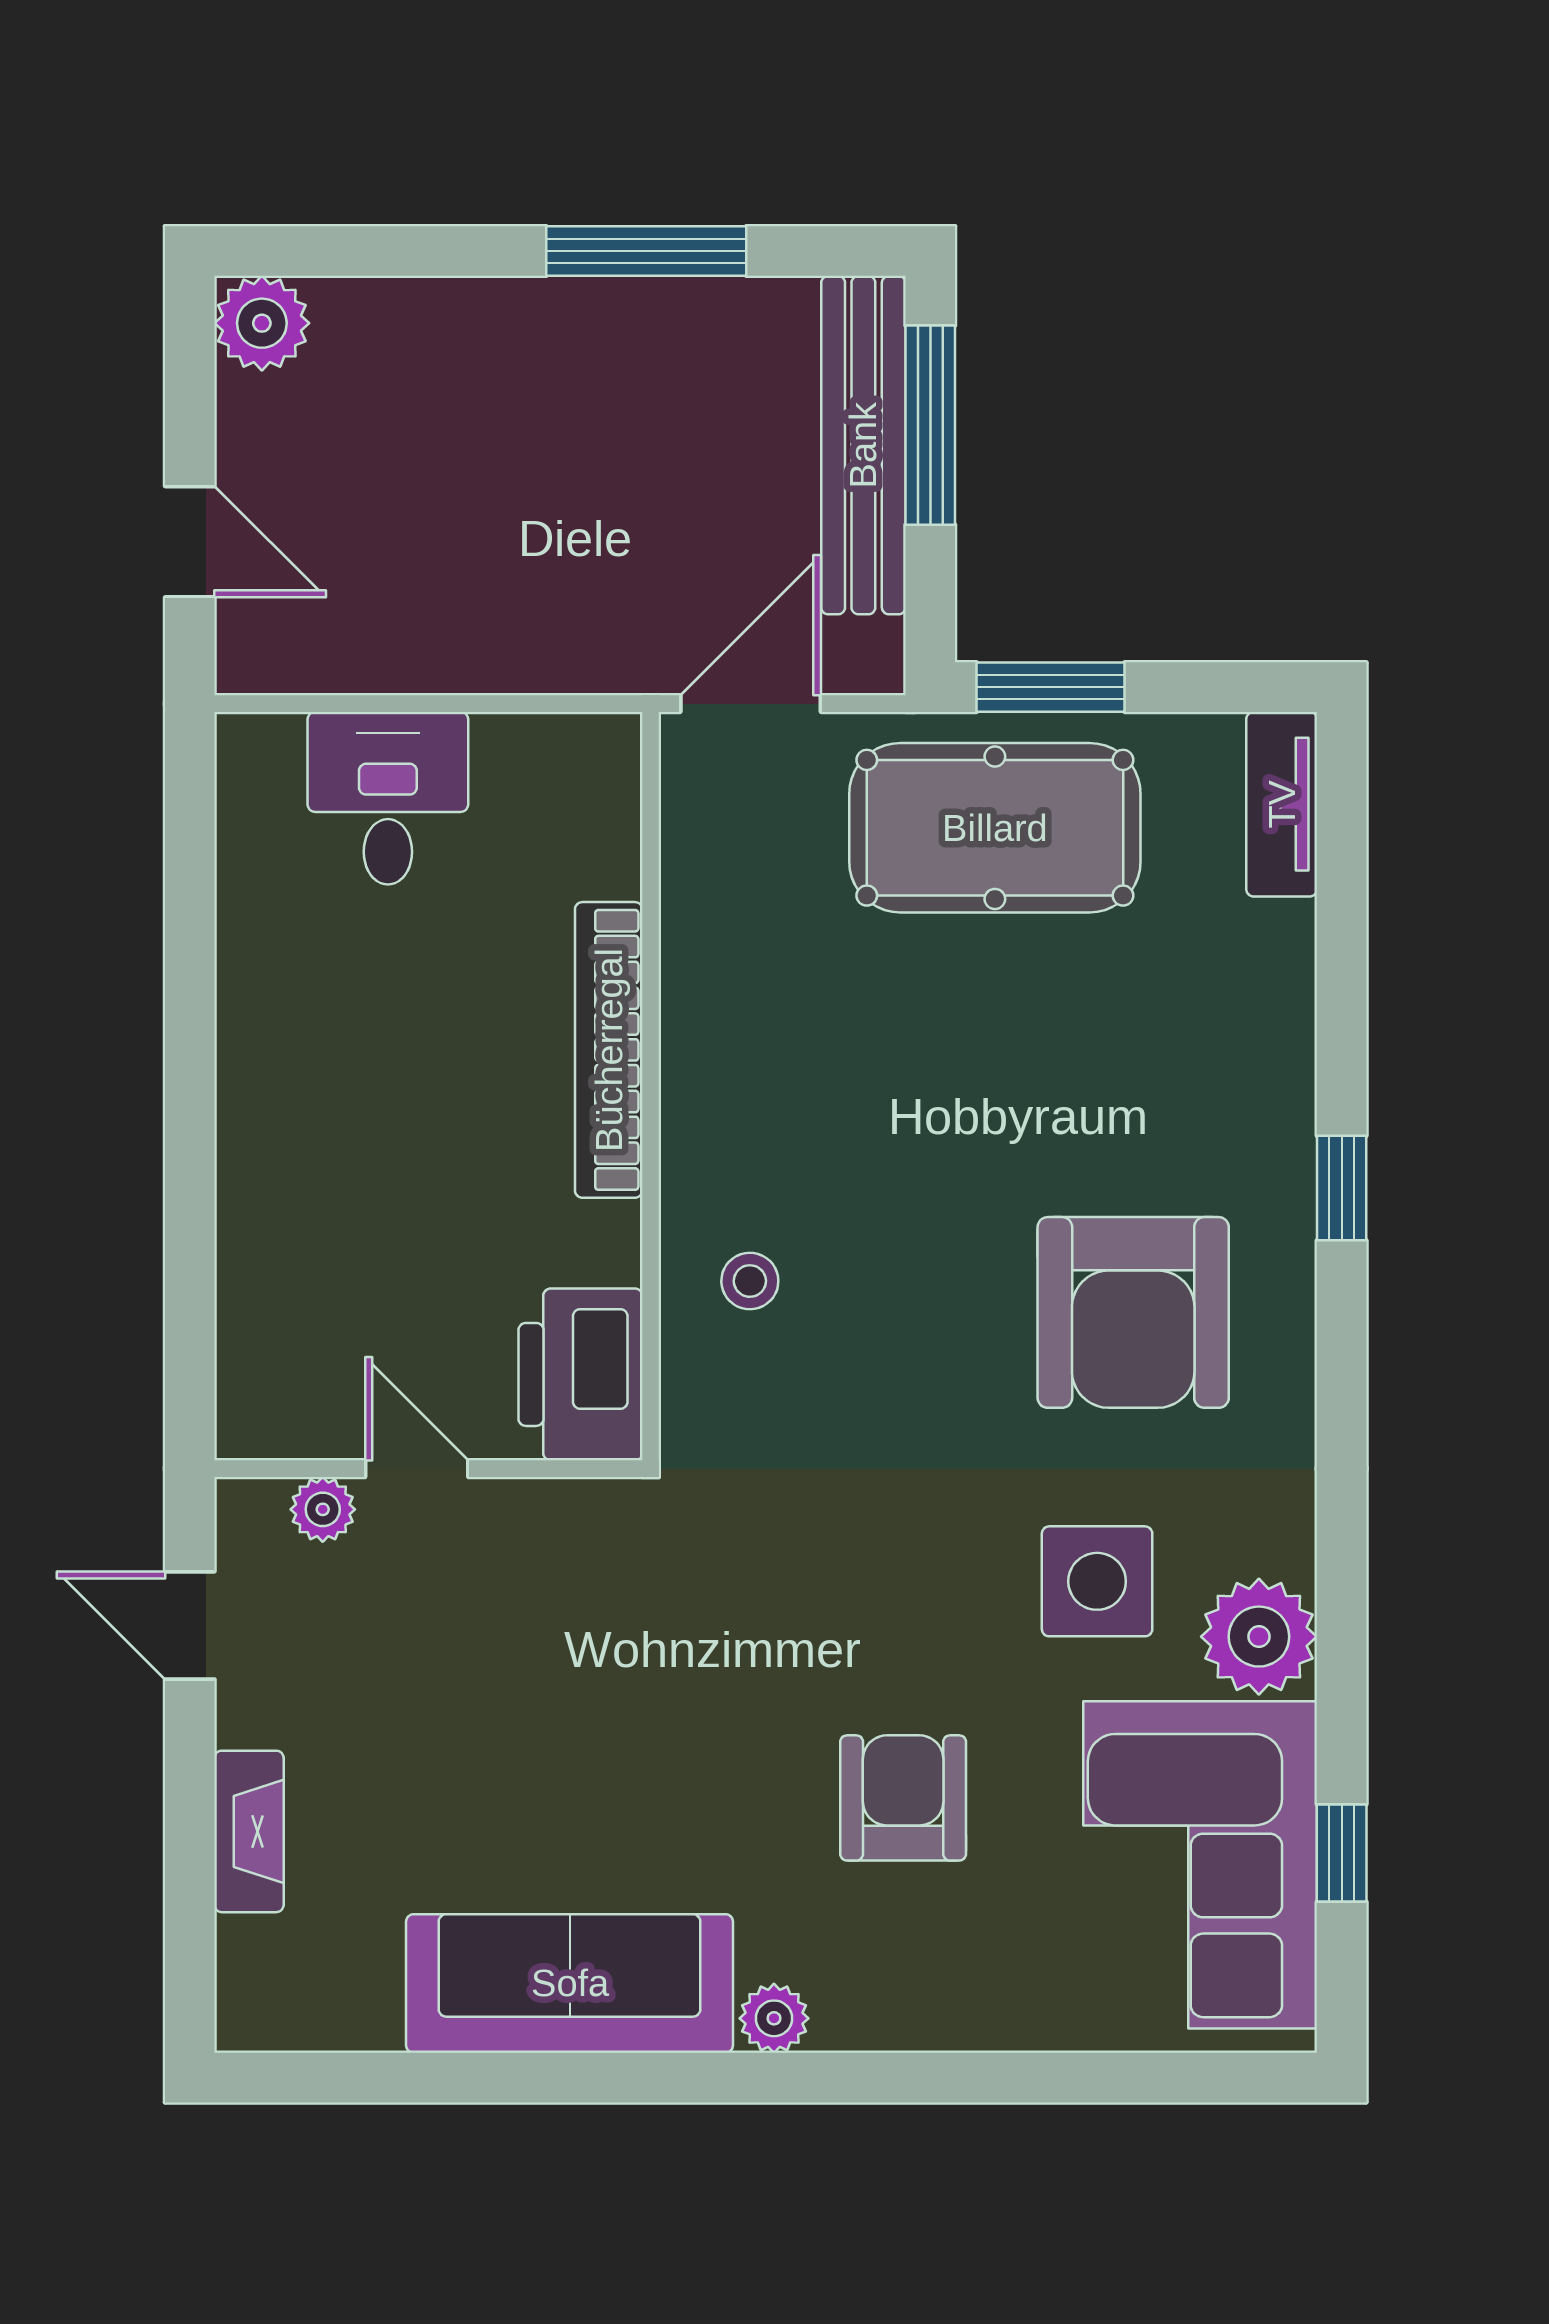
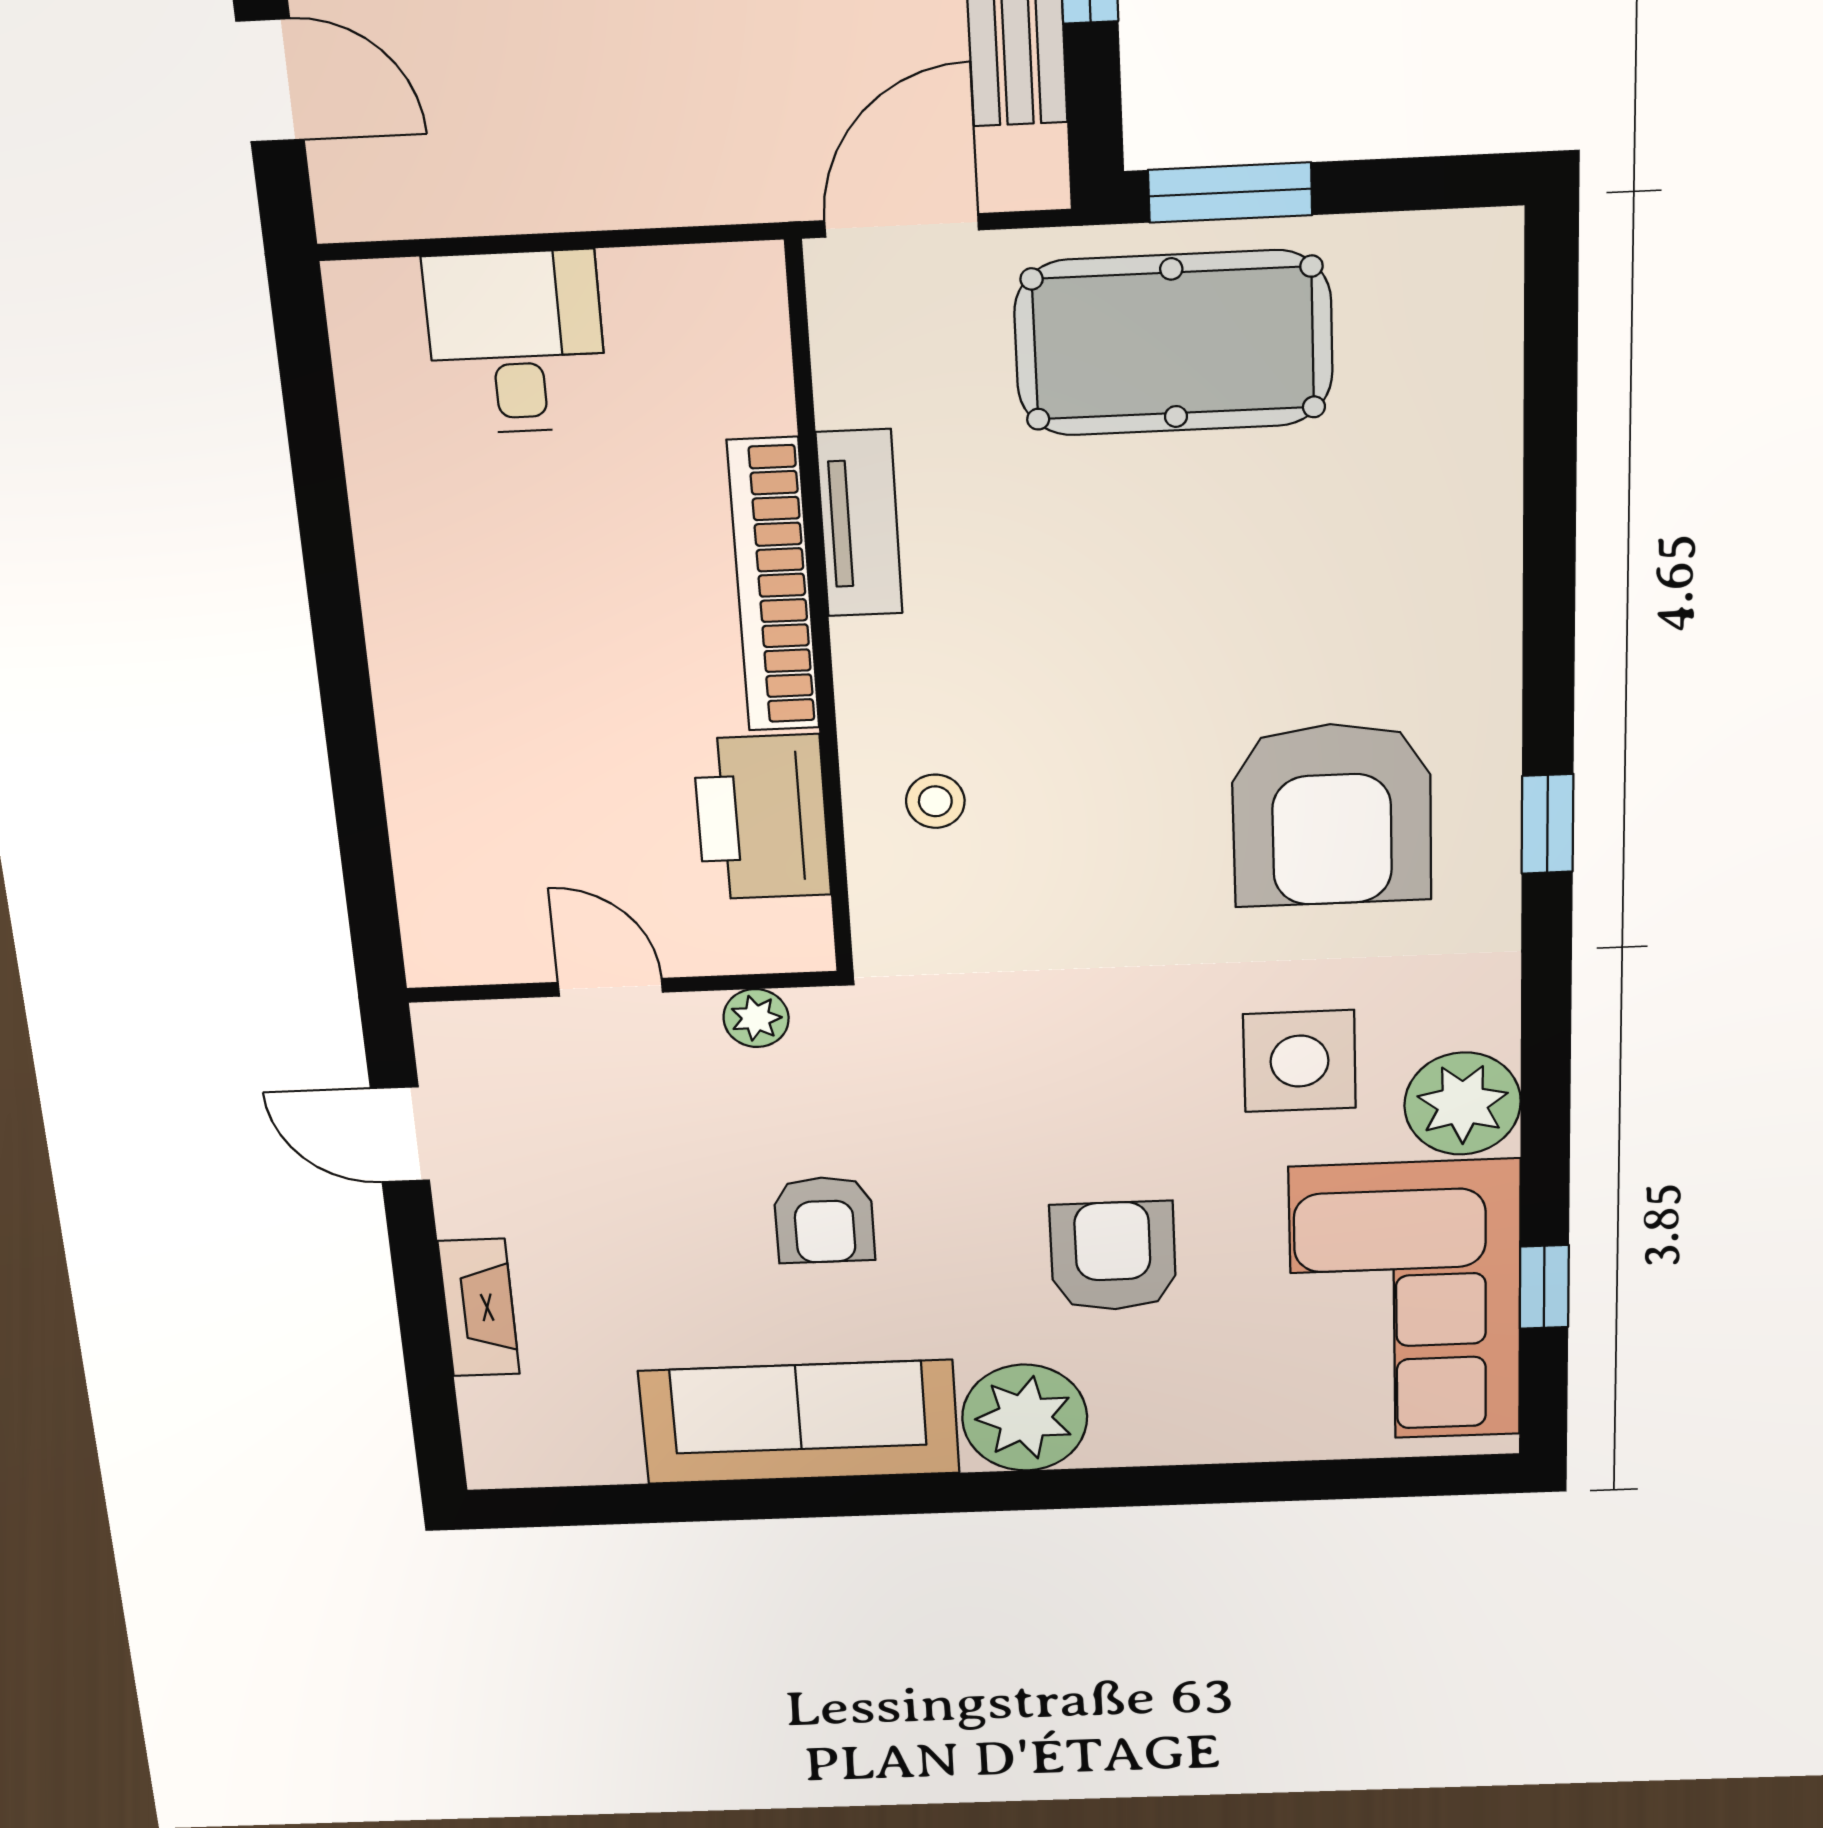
tv unit: (1282, 804) -> (859, 523), moved, turned 180
window: (1342, 1188) -> (1547, 824), moved
printer: (580, 1374) -> (762, 817), moved
plant: (323, 1509) -> (756, 1018), moved
armchair: (611, 1743) -> (824, 1220), added
plant: (774, 2018) -> (1025, 1418), width x1.87, depth x1.87

